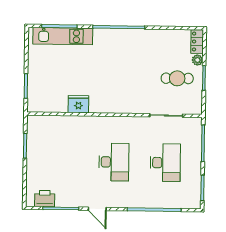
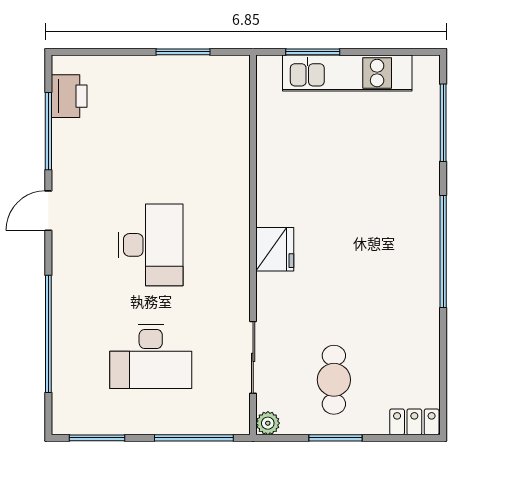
kitchen unit: (63, 36) -> (347, 73), moved, turned -90
plant: (197, 60) -> (268, 423), moved
fridge: (78, 104) -> (275, 249), moved
desk: (114, 162) -> (151, 245), turned -90

